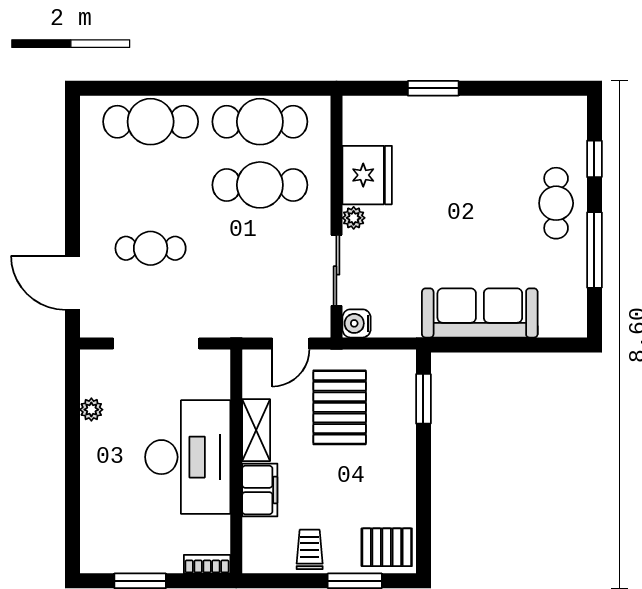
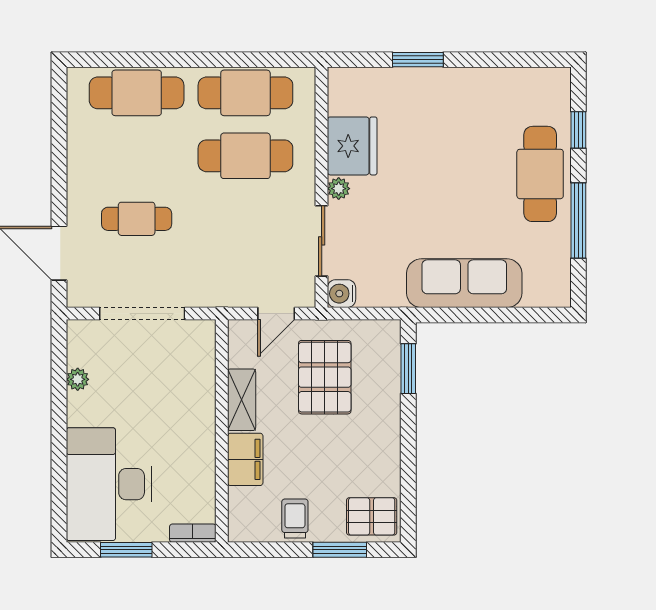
cafe table: (556, 203) -> (540, 174), width x1.37, depth x1.35
desk: (188, 457) -> (109, 484), moved, turned 180

